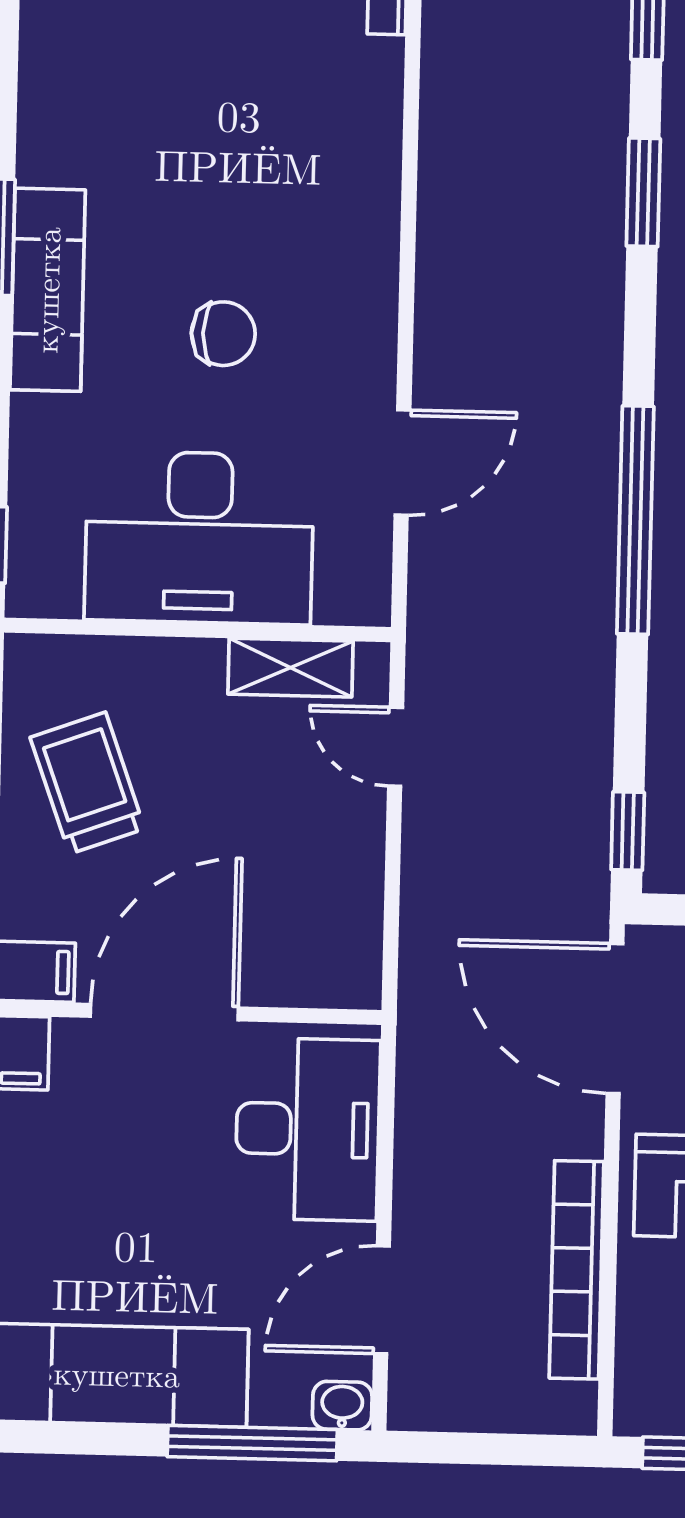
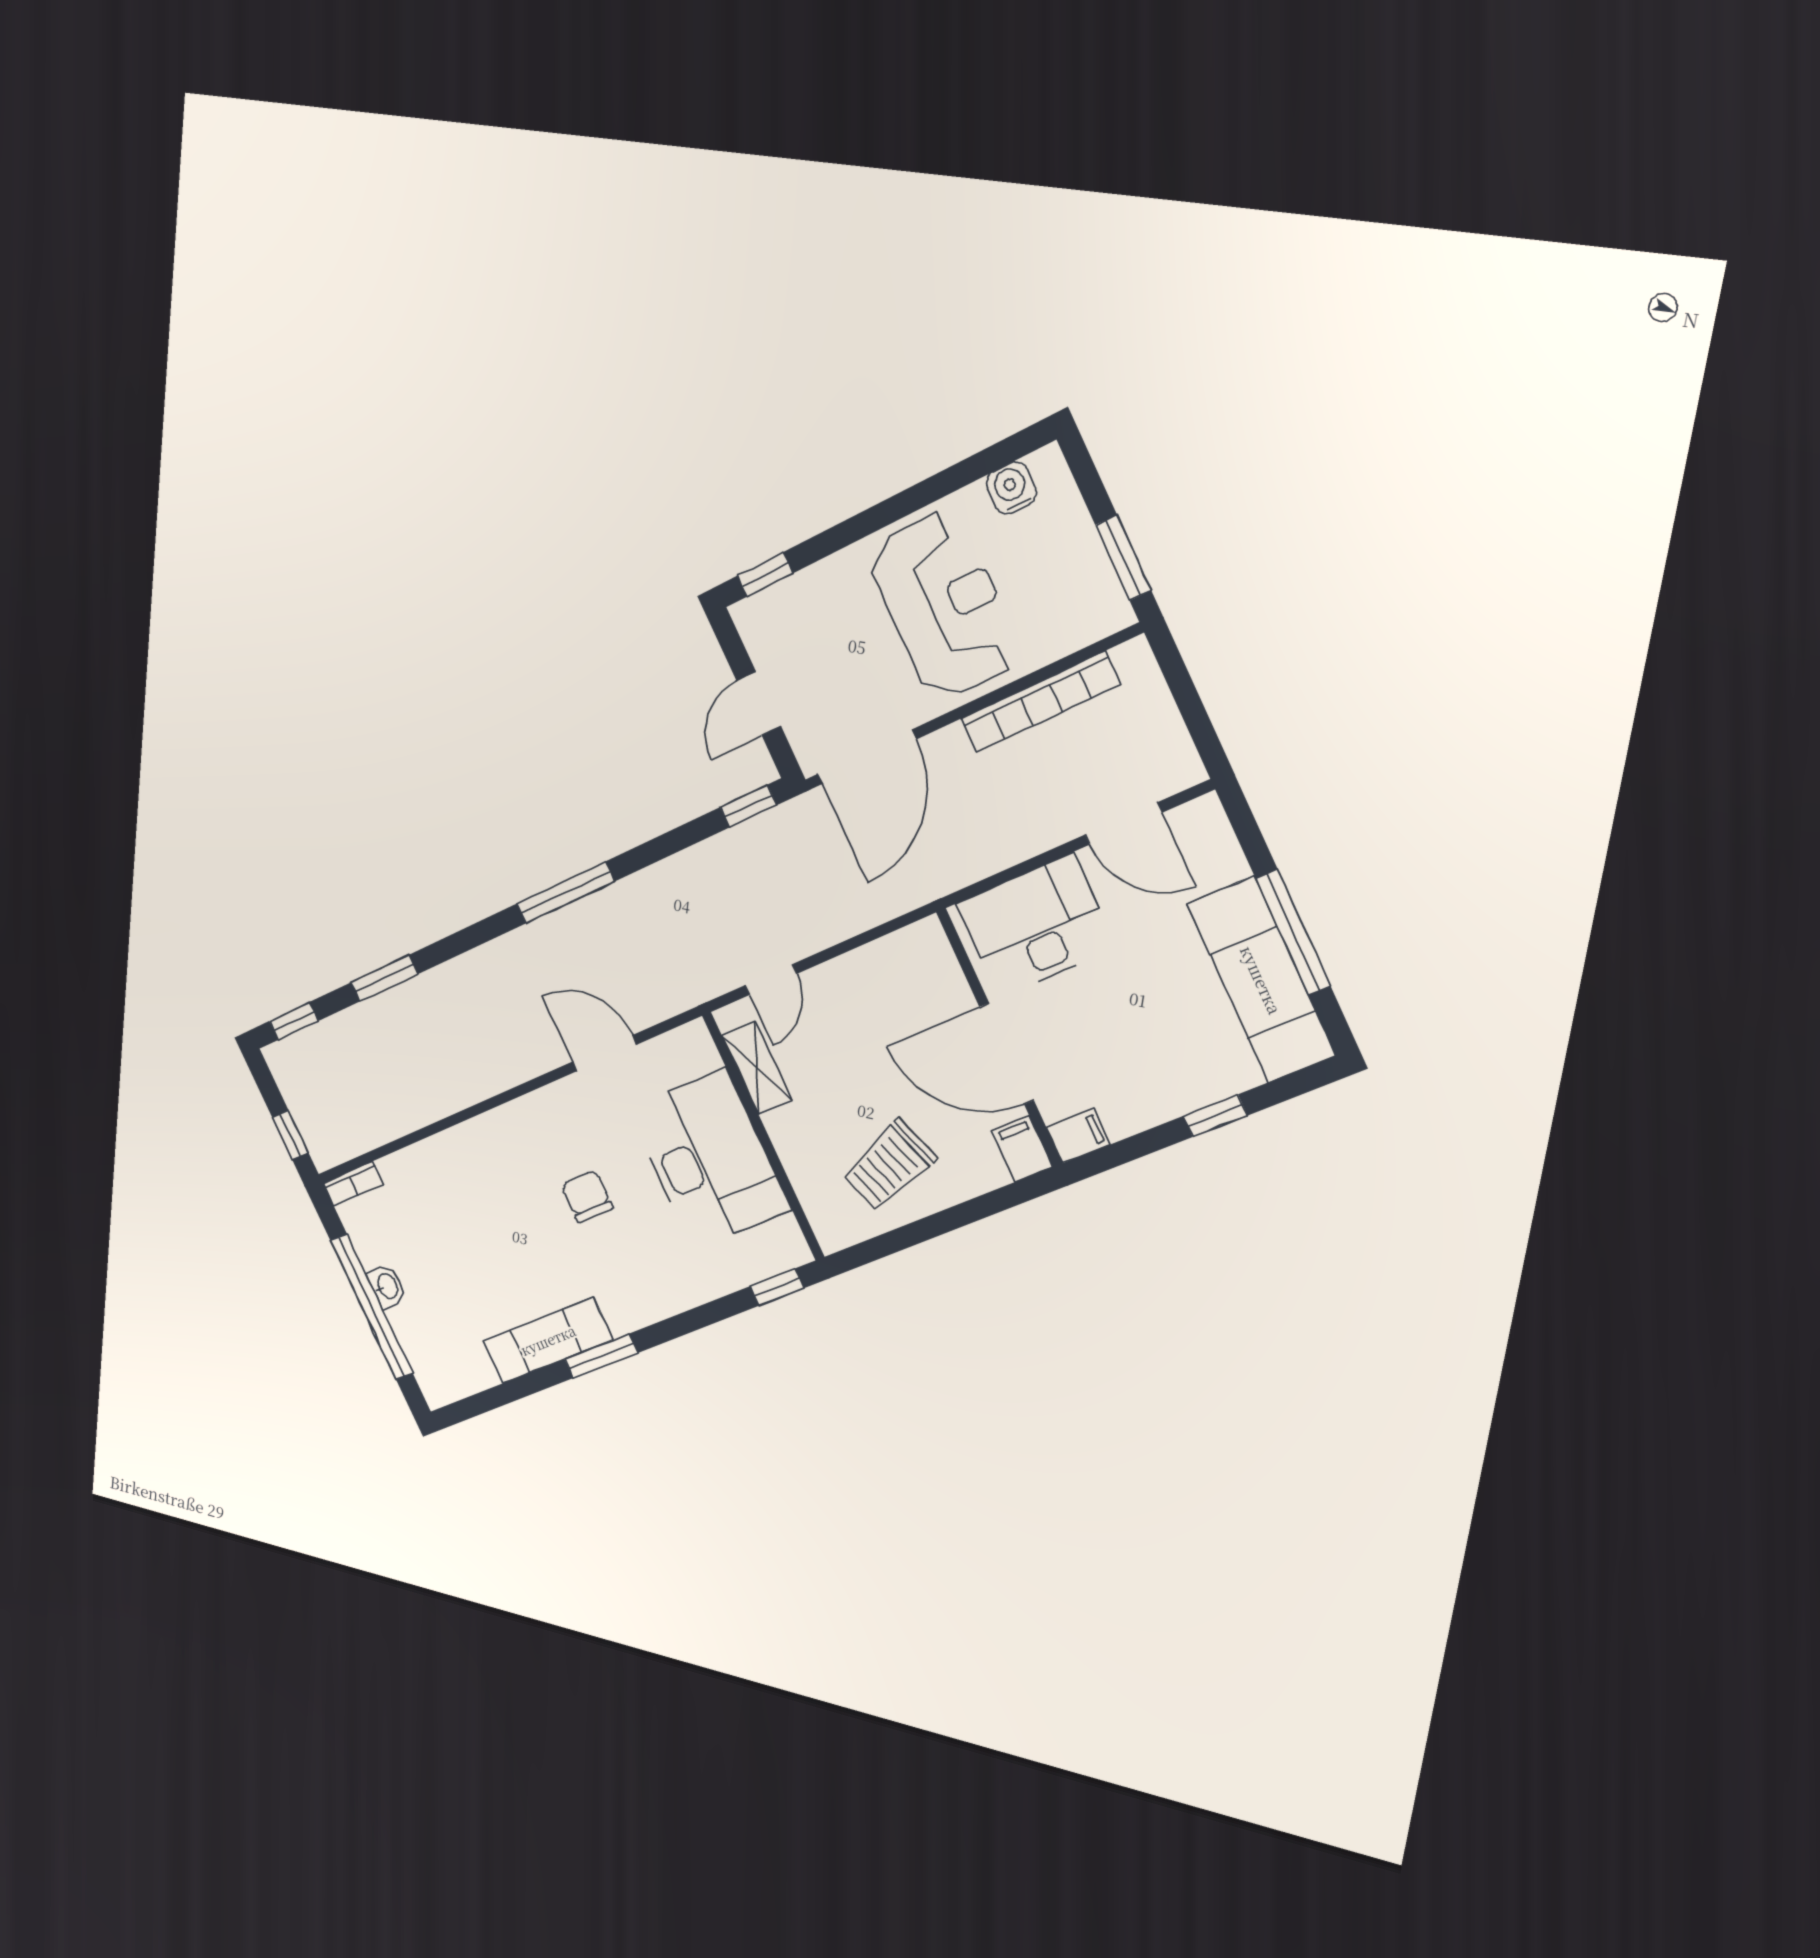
exam couch: (48, 290) -> (548, 1340), moved
window: (635, 520) -> (565, 893), width x0.68
washbasin: (342, 1406) -> (1208, 817), removed
window: (252, 1443) -> (1293, 932), moved

